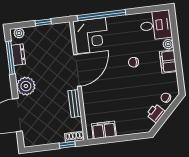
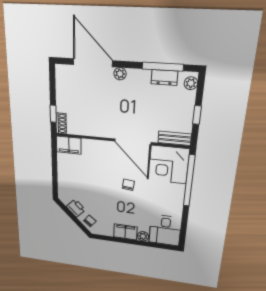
chair: (133, 62) -> (128, 185), moved
plant: (26, 86) -> (120, 74), width x0.53, depth x0.53
bench: (75, 103) -> (175, 138), moved
filing cabinet: (104, 130) -> (69, 145), moved, turned 90

